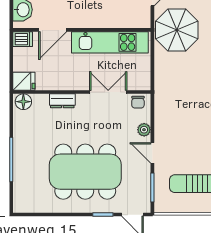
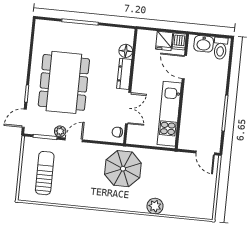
parasol: (177, 30) -> (123, 169), moved
fridge: (24, 81) -> (164, 41), moved
dresser: (62, 101) -> (124, 74), width x1.44
floor lamp: (23, 102) -> (126, 51), moved
plant: (144, 130) -> (60, 131), moved

